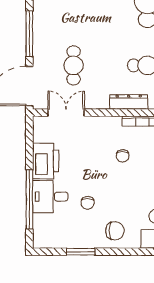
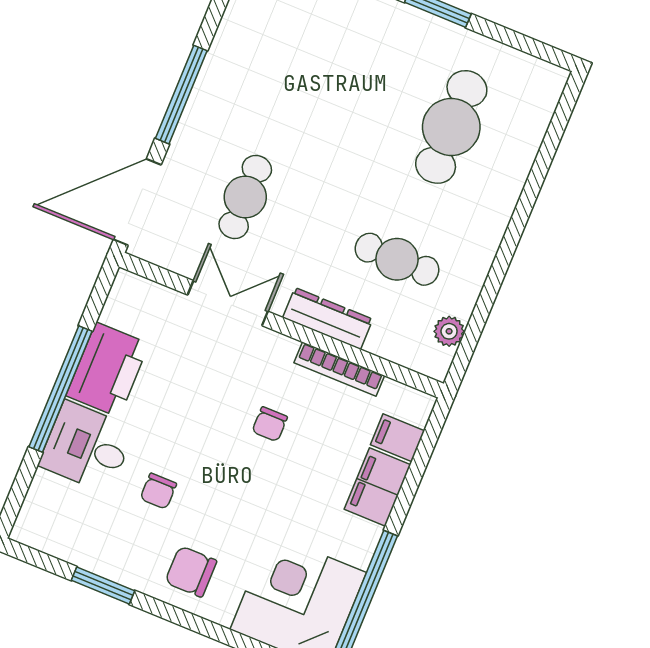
double door: (66, 113) -> (228, 303), moved
window: (29, 199) -> (61, 389), moved
chair: (115, 231) -> (191, 571), turned 180

